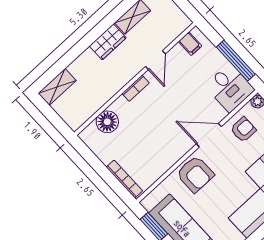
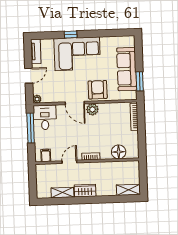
armchair: (243, 130) -> (56, 91), removed
plant: (181, 146) -> (92, 109), added

